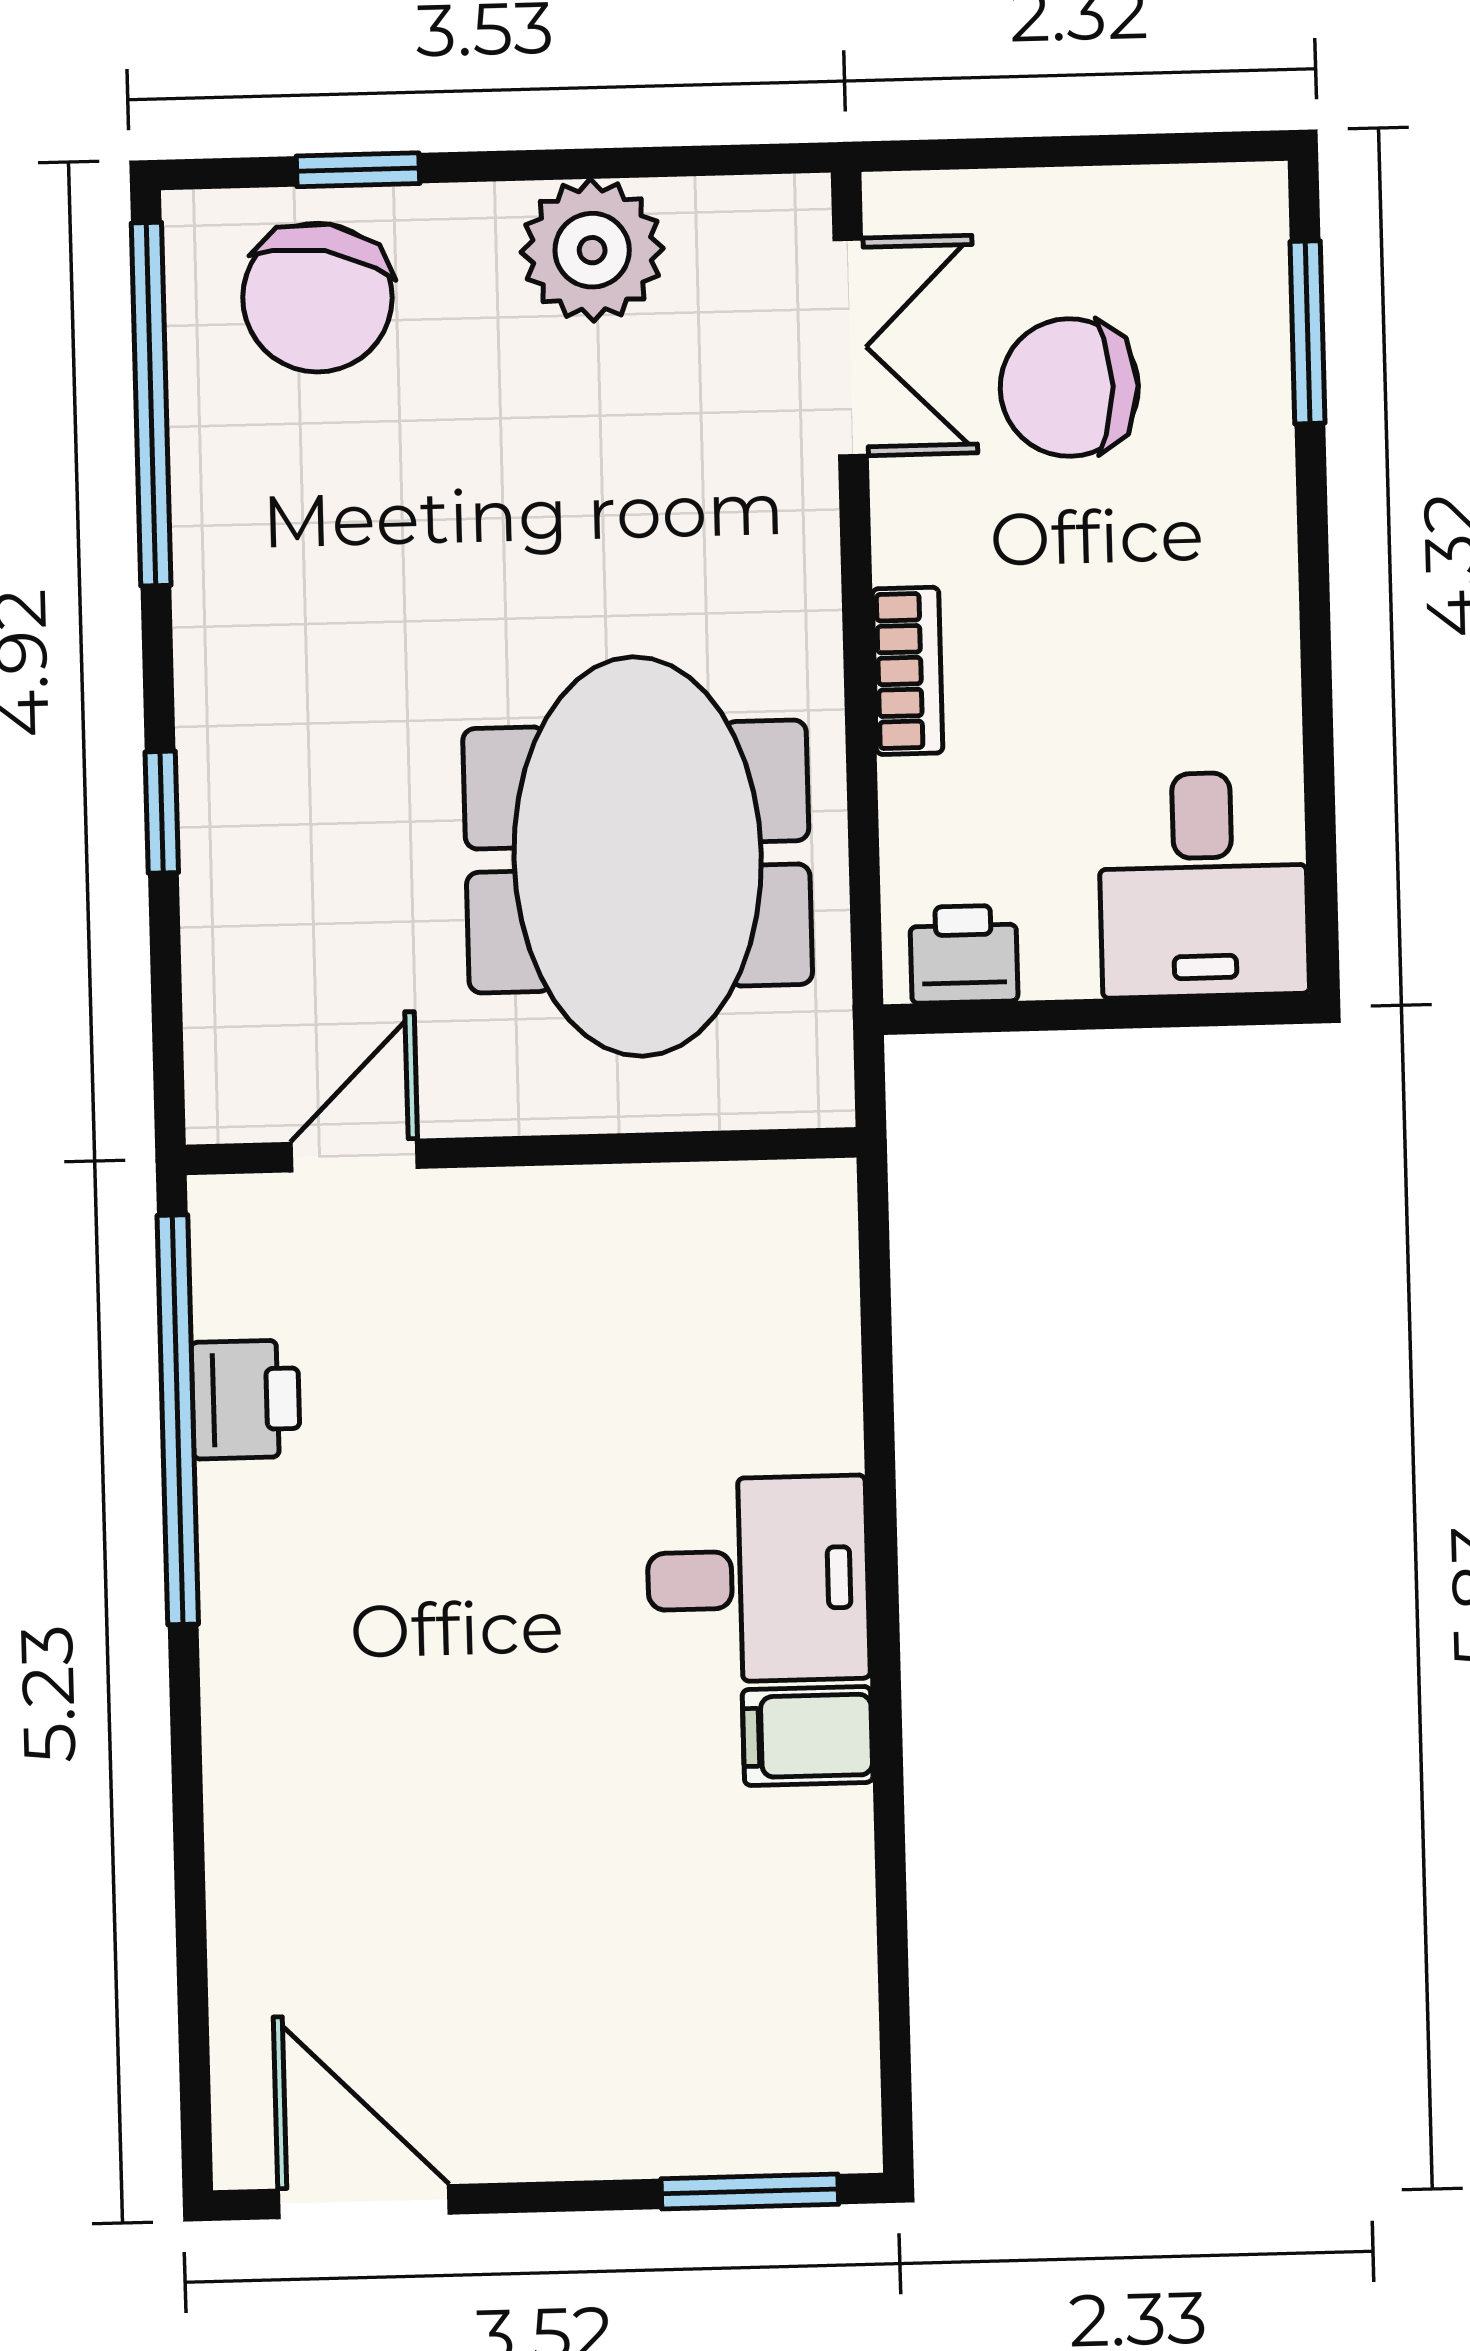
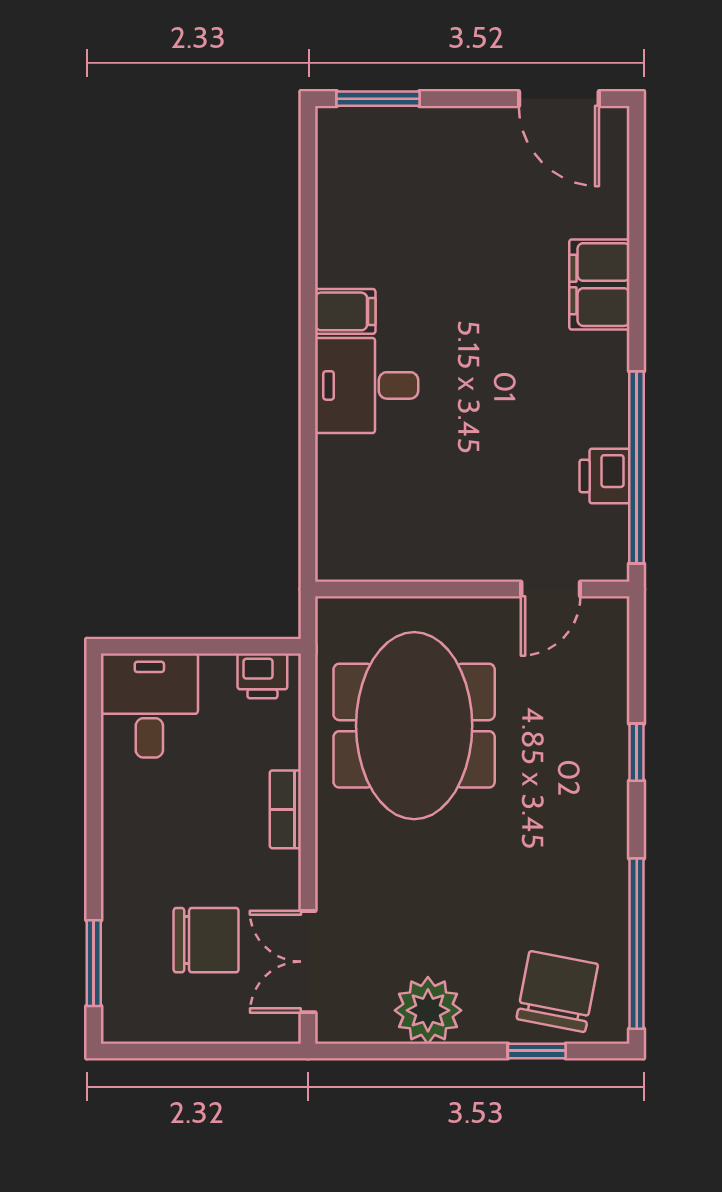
filing cabinet: (267, 1807) -> (599, 285), added

